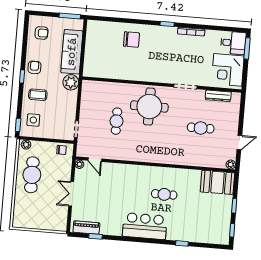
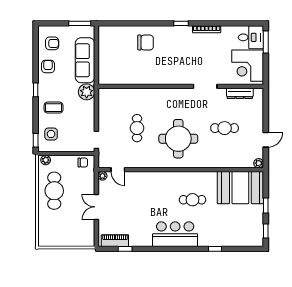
armchair: (34, 67) -> (48, 66), moved
round table: (149, 107) -> (178, 139), moved
booth: (217, 182) -> (240, 188), width x1.36, depth x1.42

